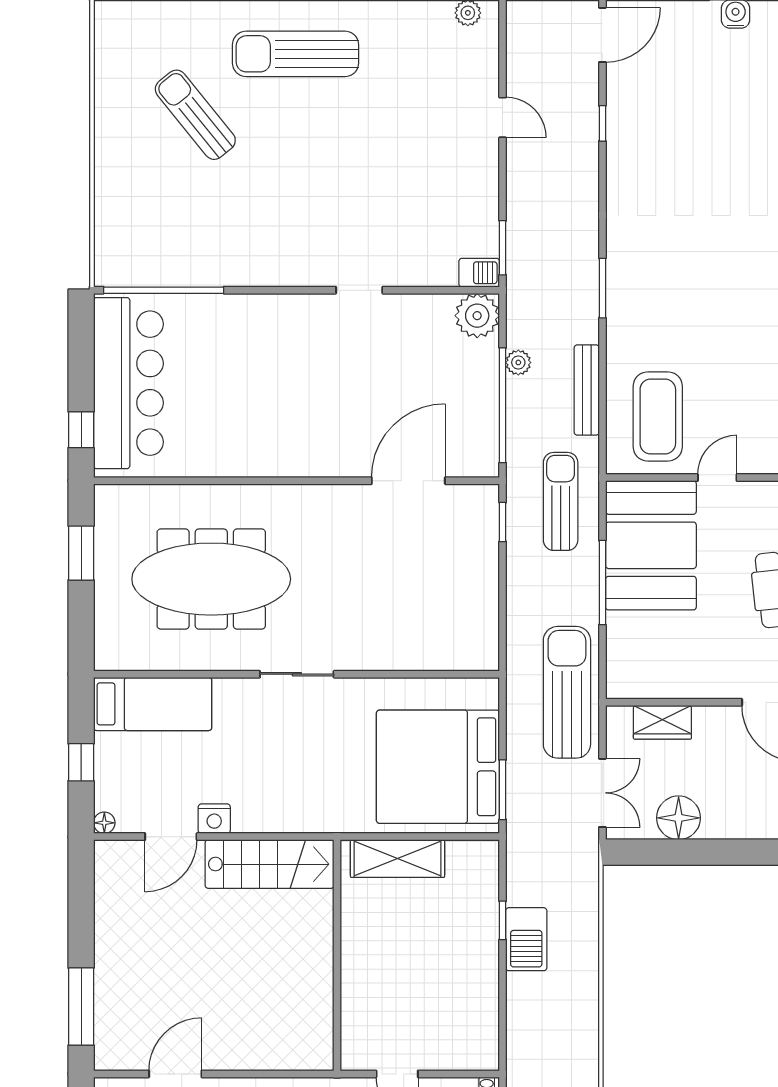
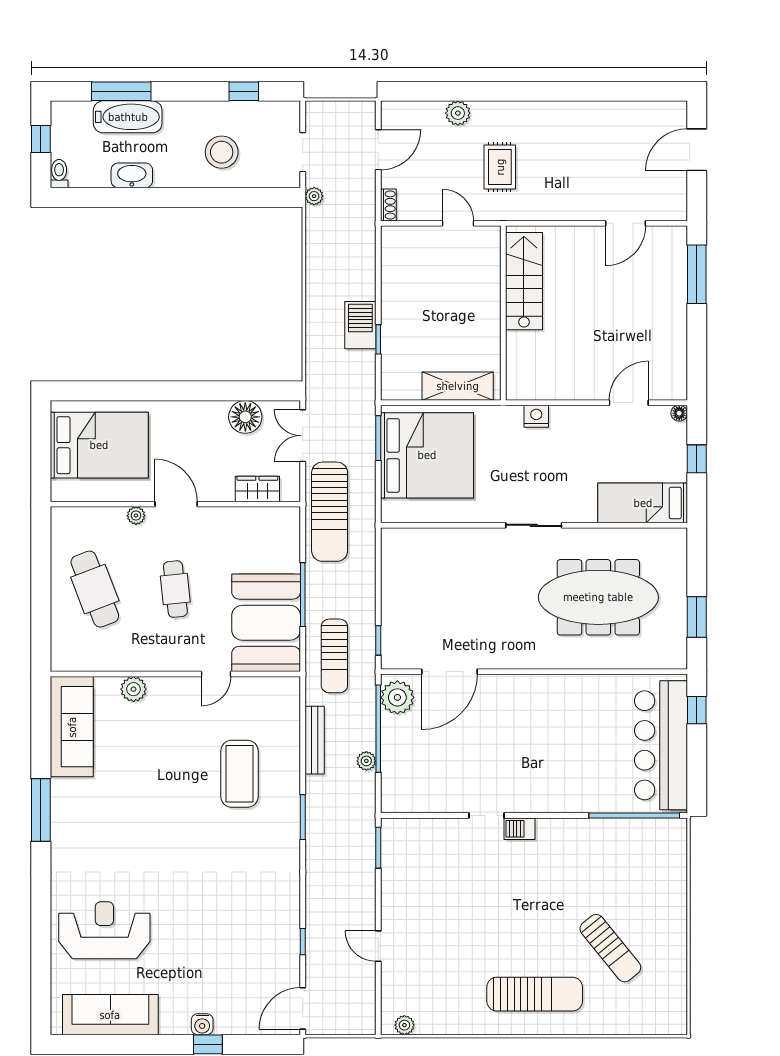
barbecue: (479, 273) -> (520, 829), moved
plant: (477, 316) -> (397, 697), moved
coffee table: (658, 416) -> (240, 774), moved
nightstand: (214, 819) -> (536, 416), moved
stairs: (270, 864) -> (524, 281), moved, turned 90

